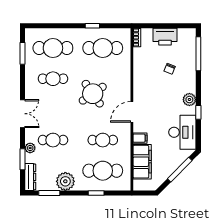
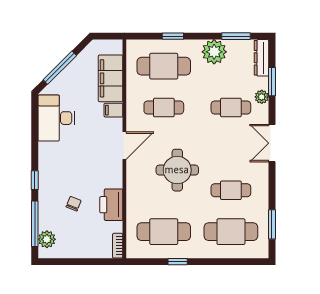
printer: (165, 37) -> (111, 205), moved, turned -90
round table: (93, 94) -> (177, 170), turned 35
plant: (189, 100) -> (47, 239), moved
window: (198, 112) -> (35, 180), moved

